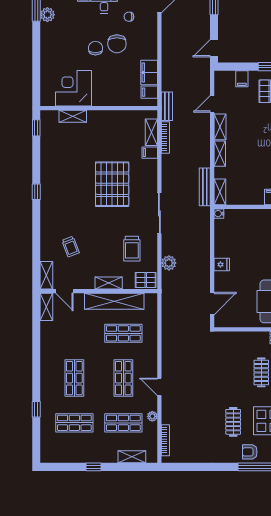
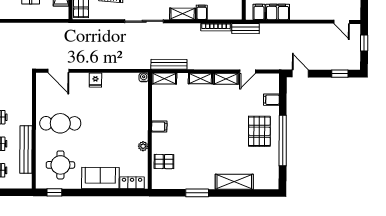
door: (212, 104) -> (248, 71), swing flipped
shelving: (151, 132) -> (183, 14), moved
plant: (169, 263) -> (97, 30), removed

